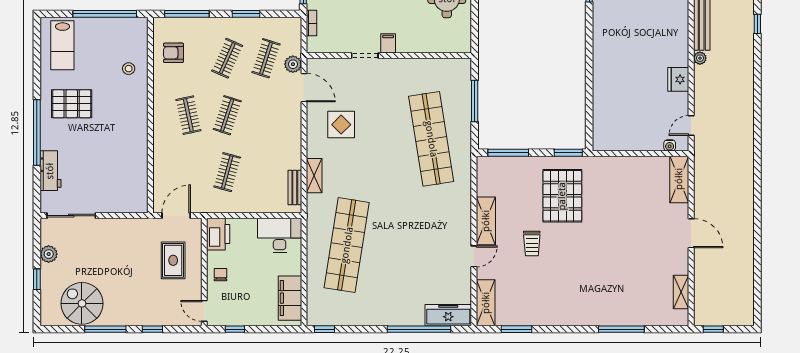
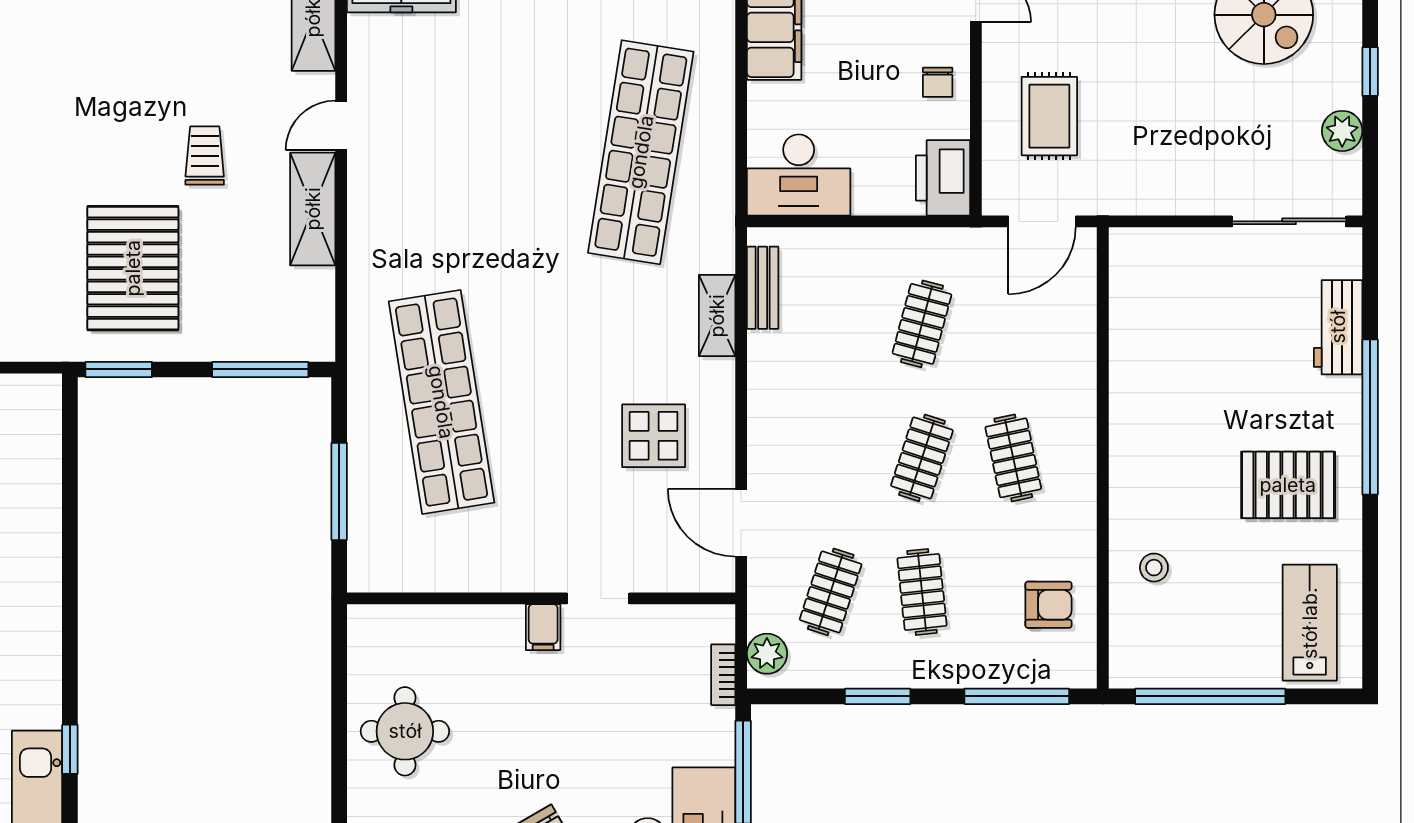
clothes rail: (227, 58) -> (922, 592), turned -30
plant: (293, 64) -> (767, 654), moved

